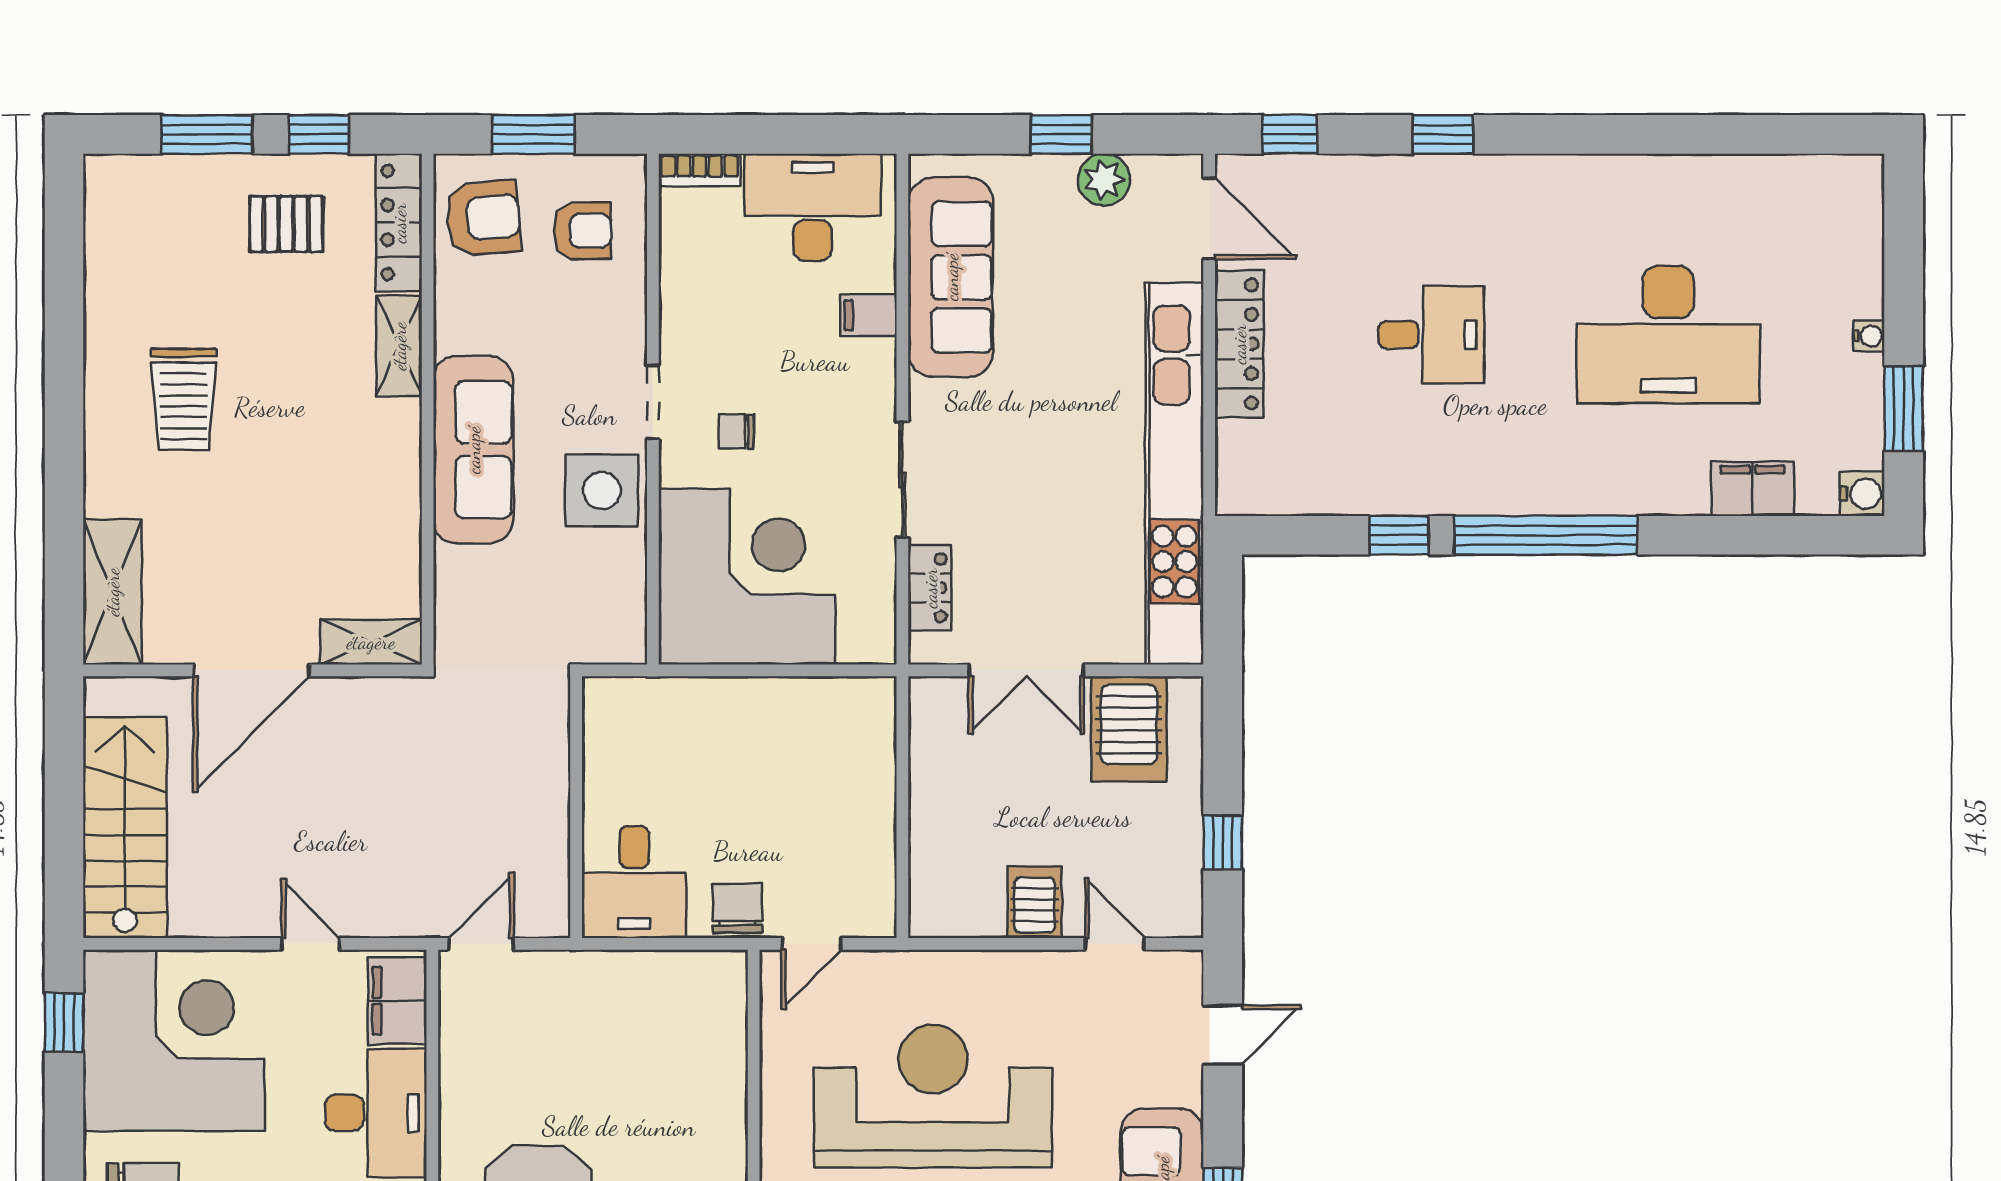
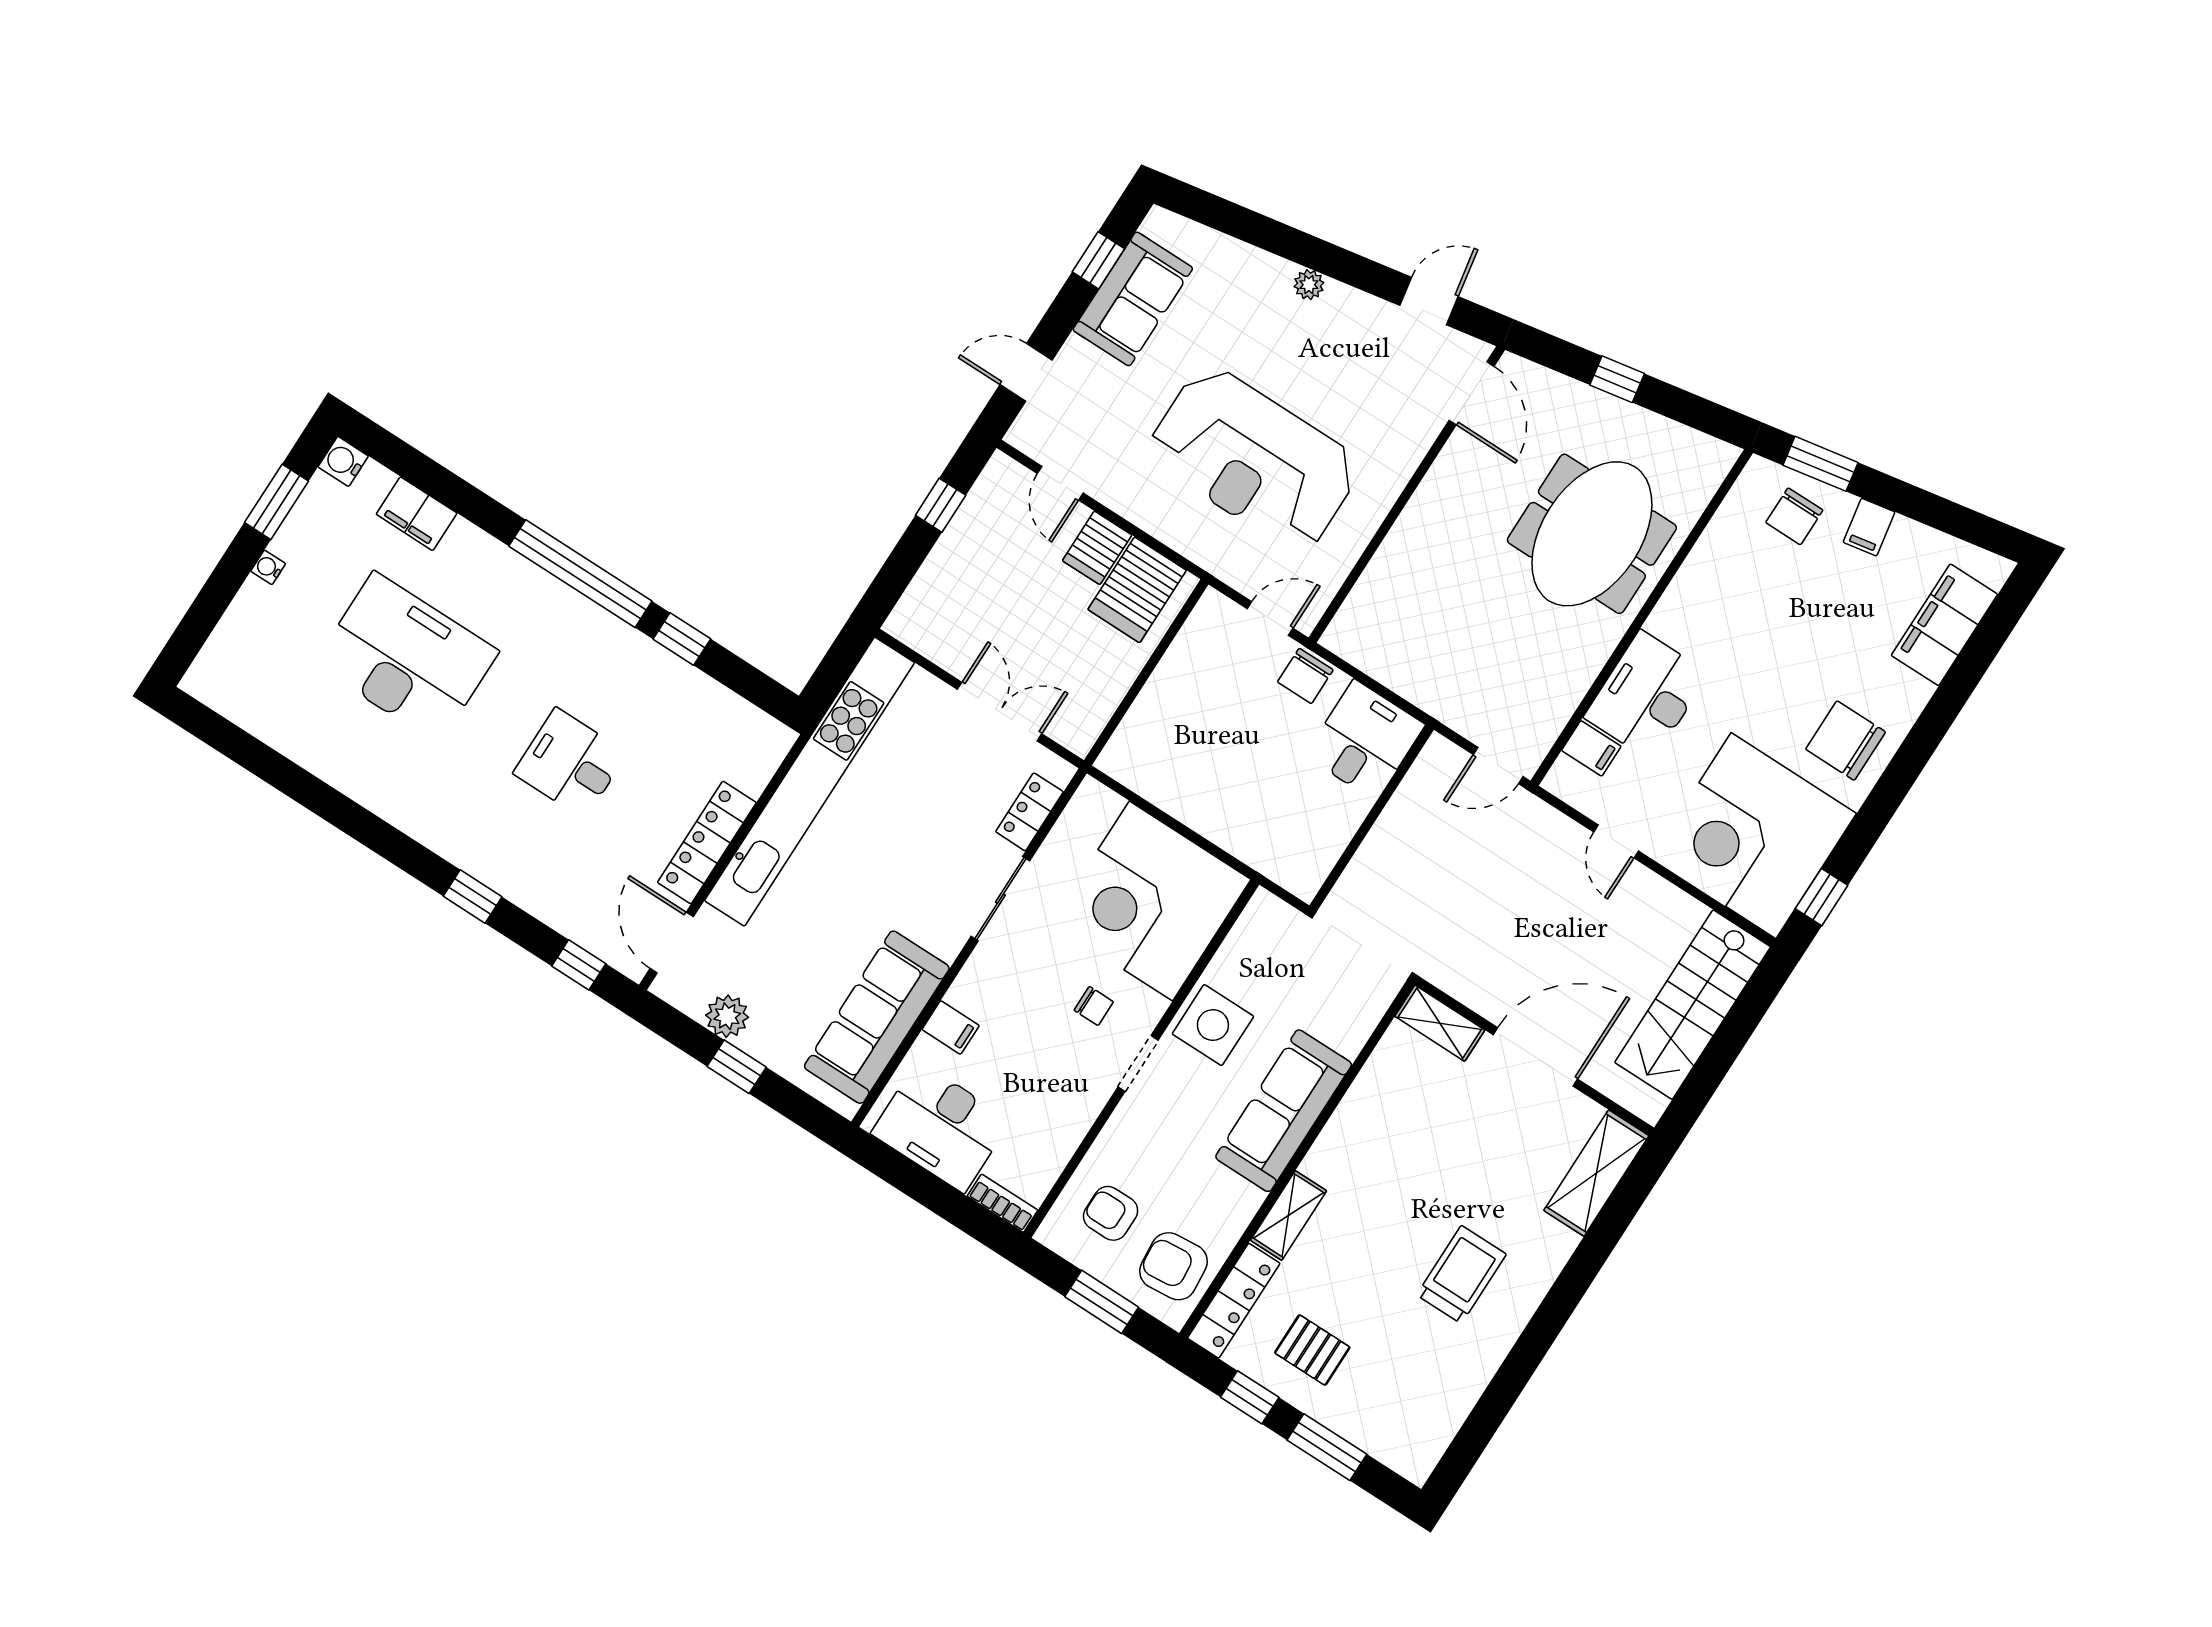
server rack: (1129, 729) -> (1137, 590), moved, turned 180
filing cabinet: (397, 1001) -> (1591, 748), width x0.50

